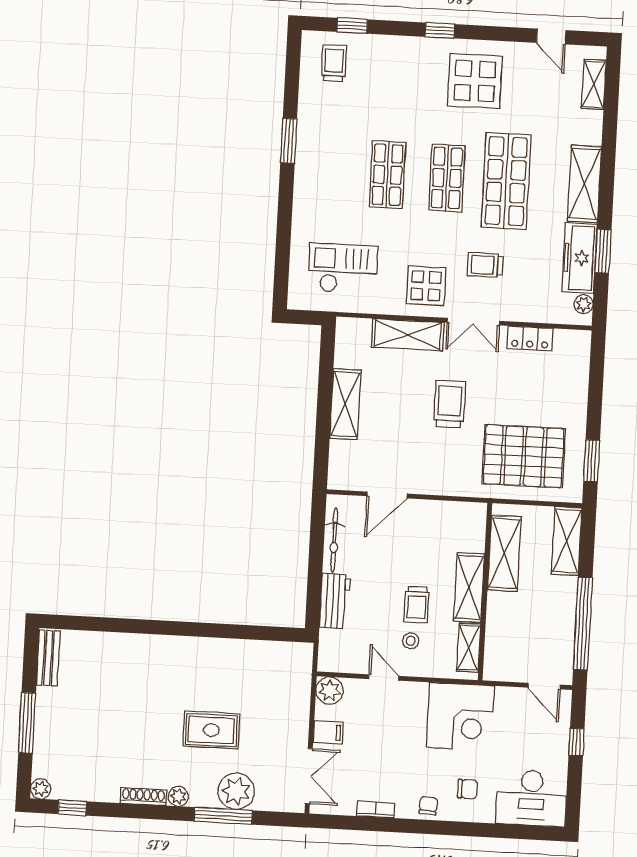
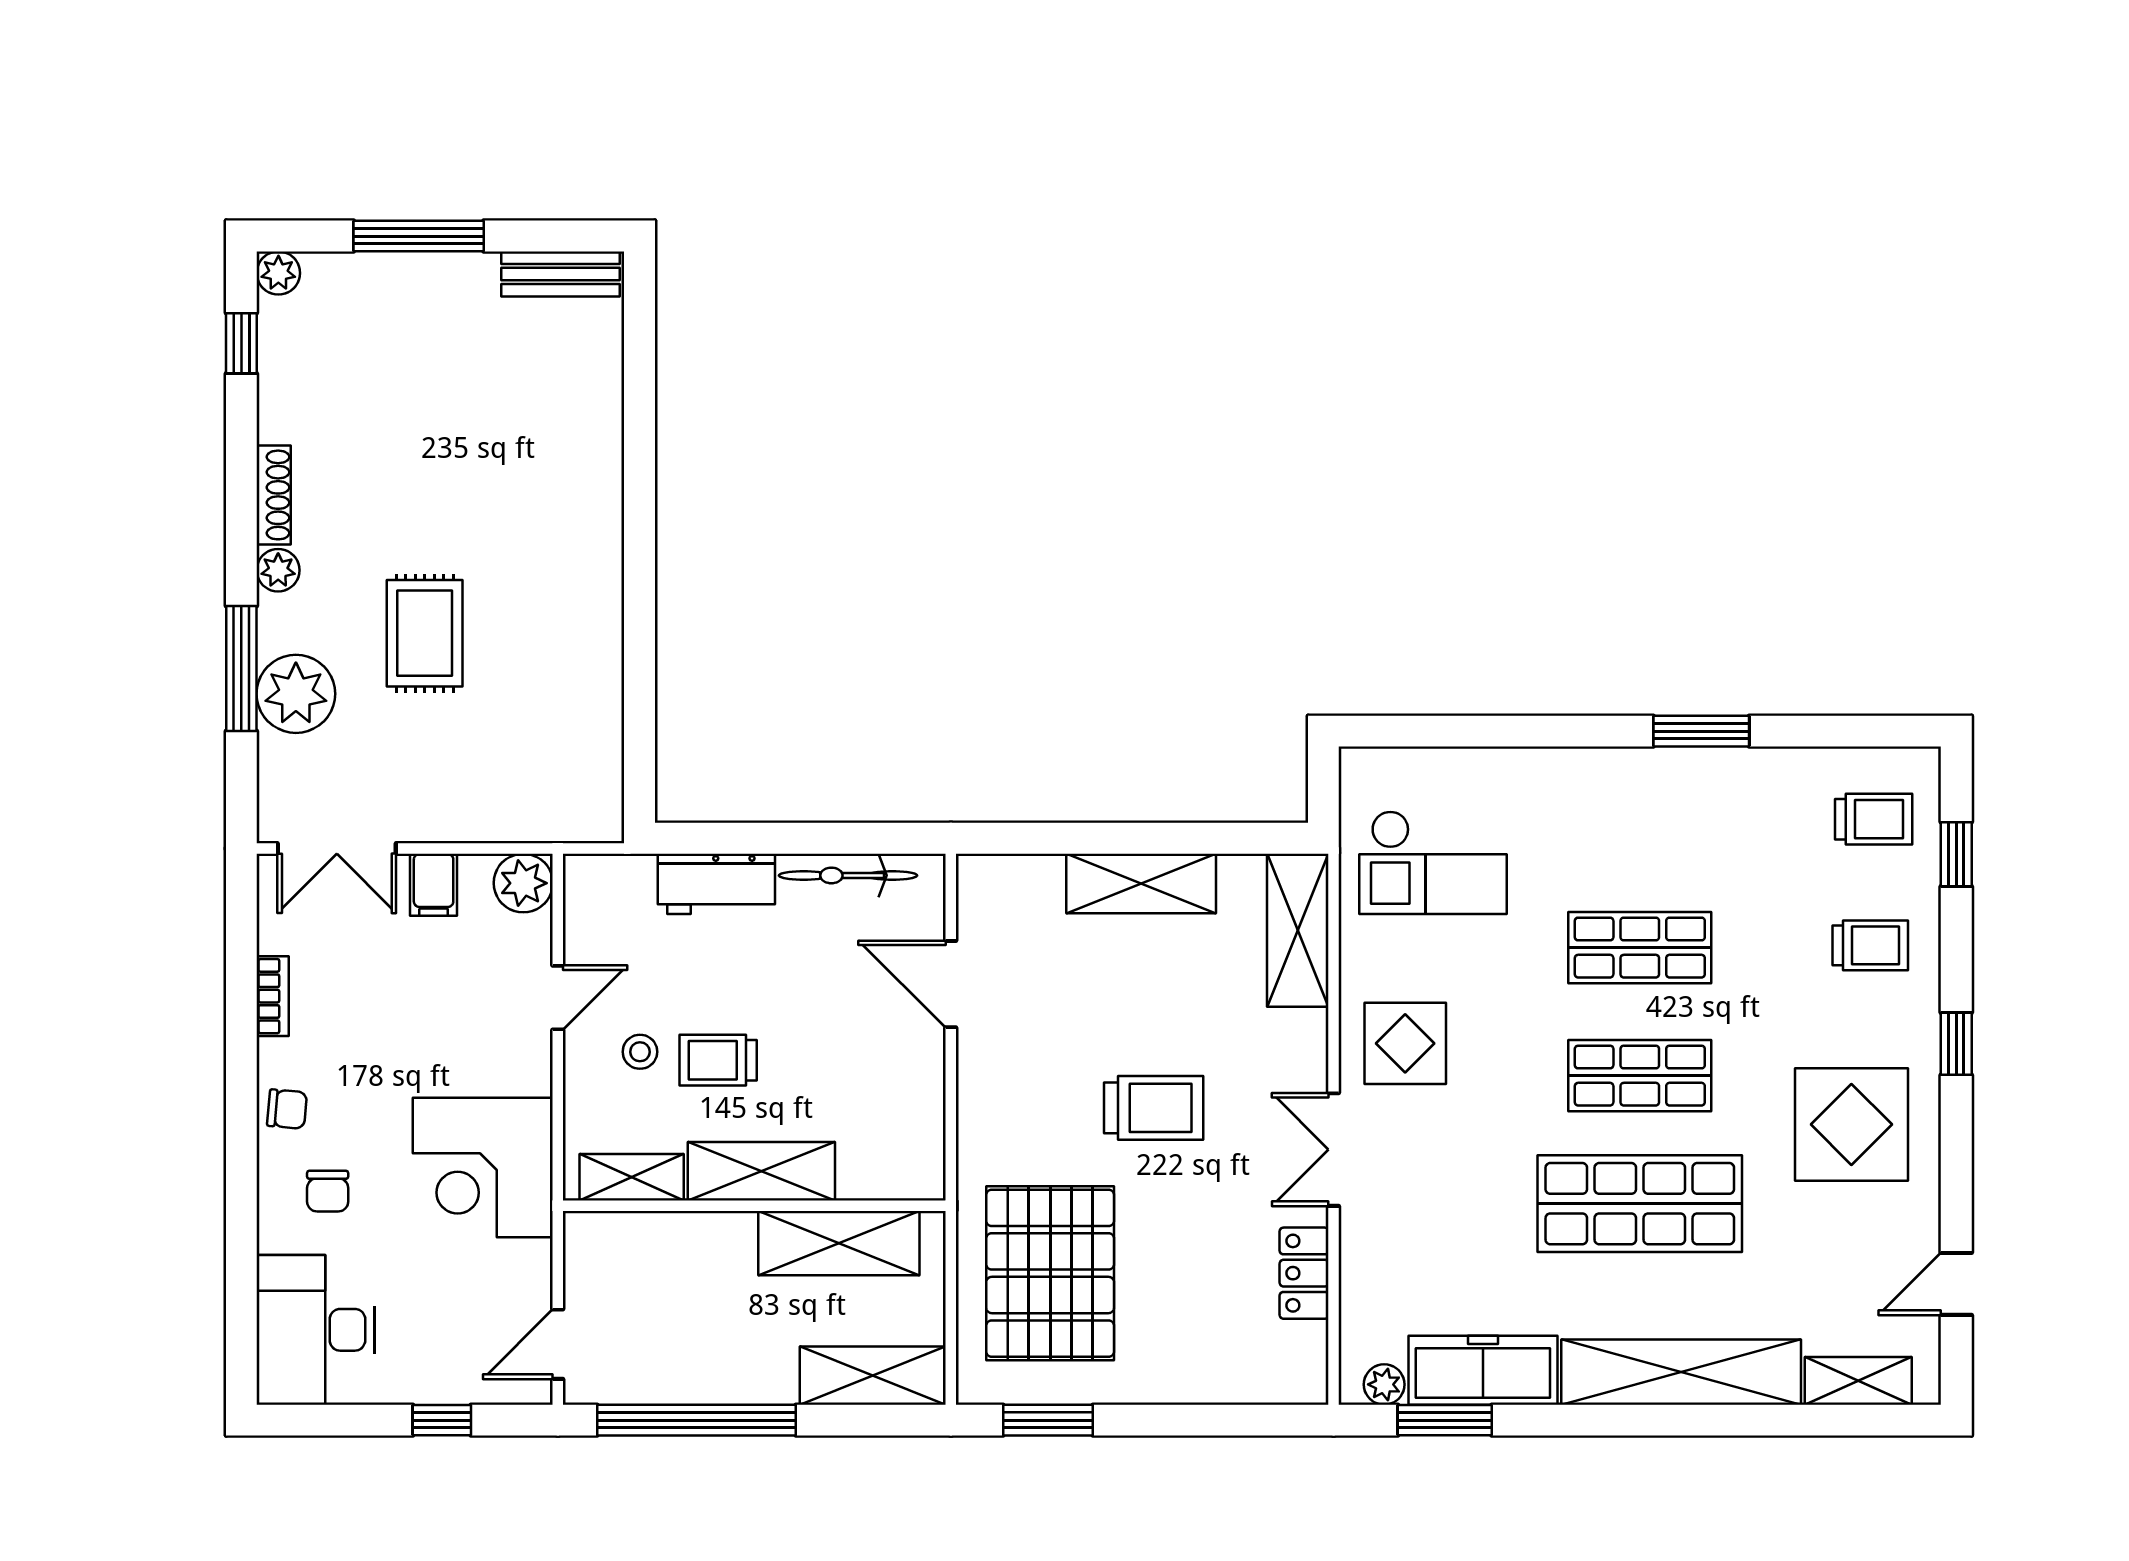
shelving: (584, 184) -> (1681, 1372), width x1.47
window: (603, 251) -> (1445, 1420), moved
trolley: (485, 265) -> (1870, 945), moved, turned 90
checkout: (343, 268) -> (1433, 862), turned 90
shelving: (408, 335) -> (1298, 930), moved

